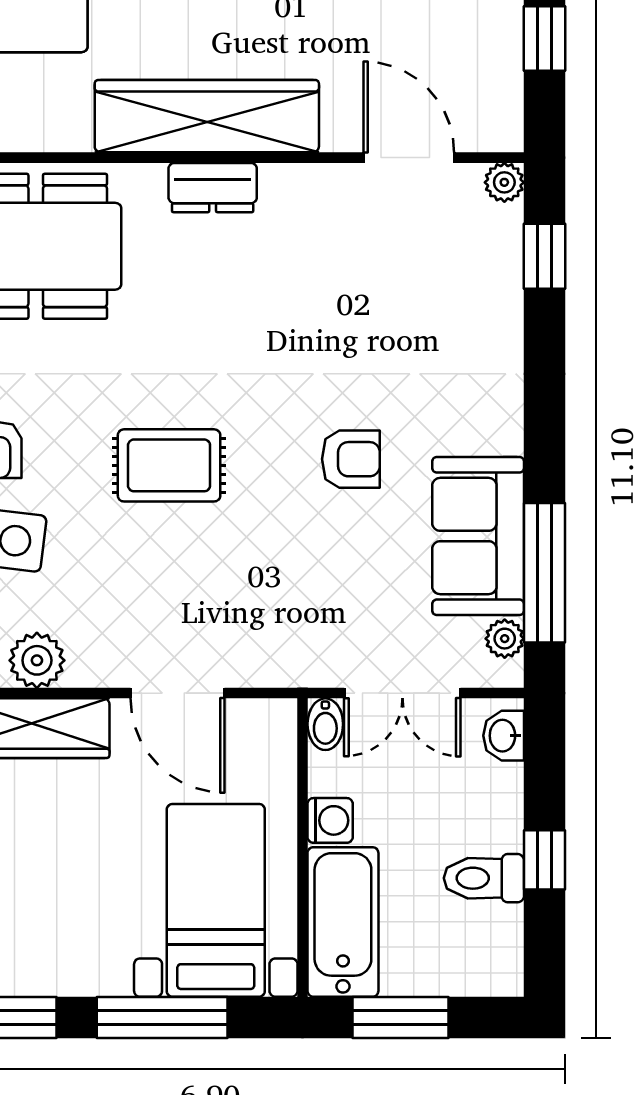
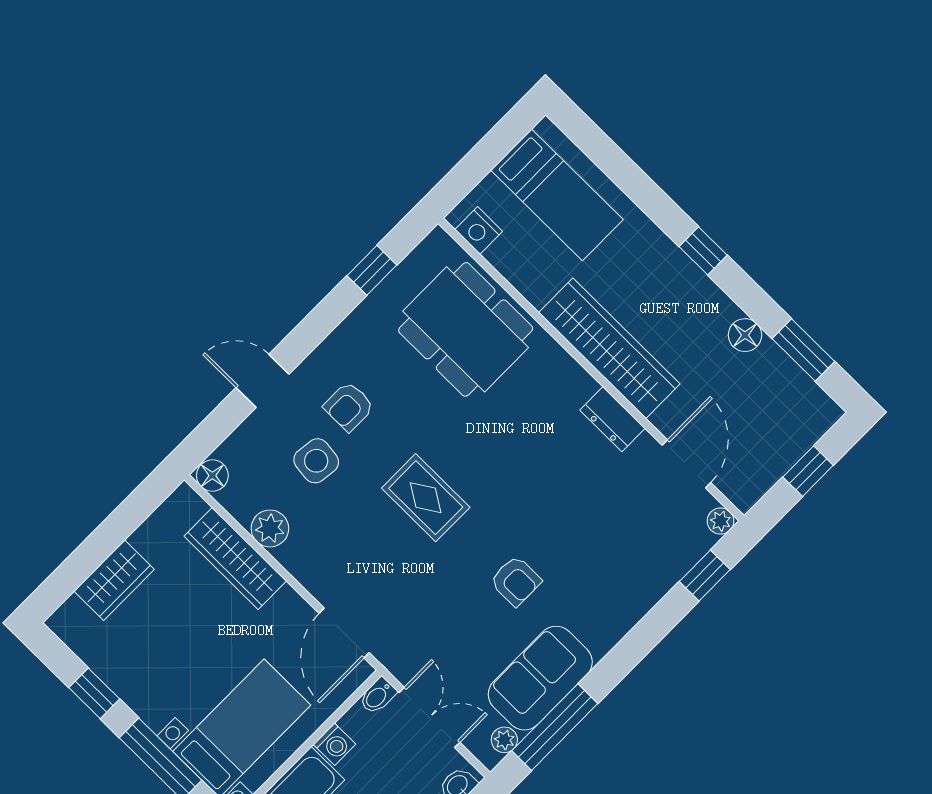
dresser: (213, 188) -> (613, 419), moved
door: (178, 693) -> (344, 633), moved
double door: (402, 693) -> (429, 717), swing flipped

